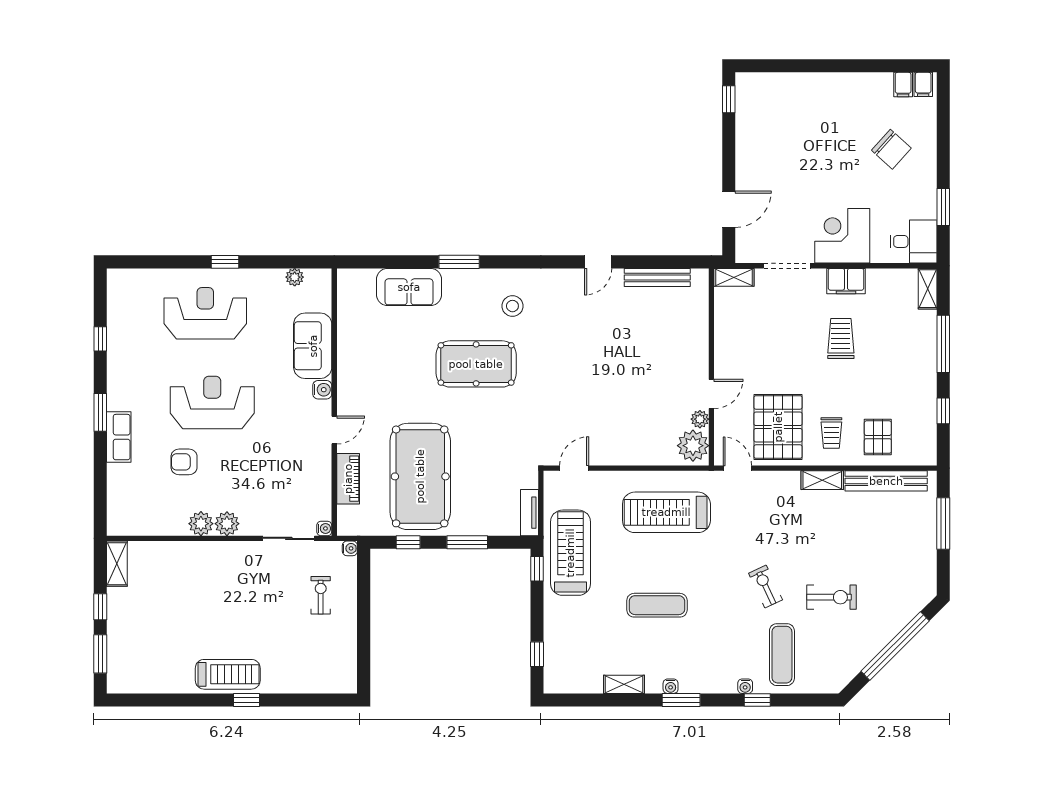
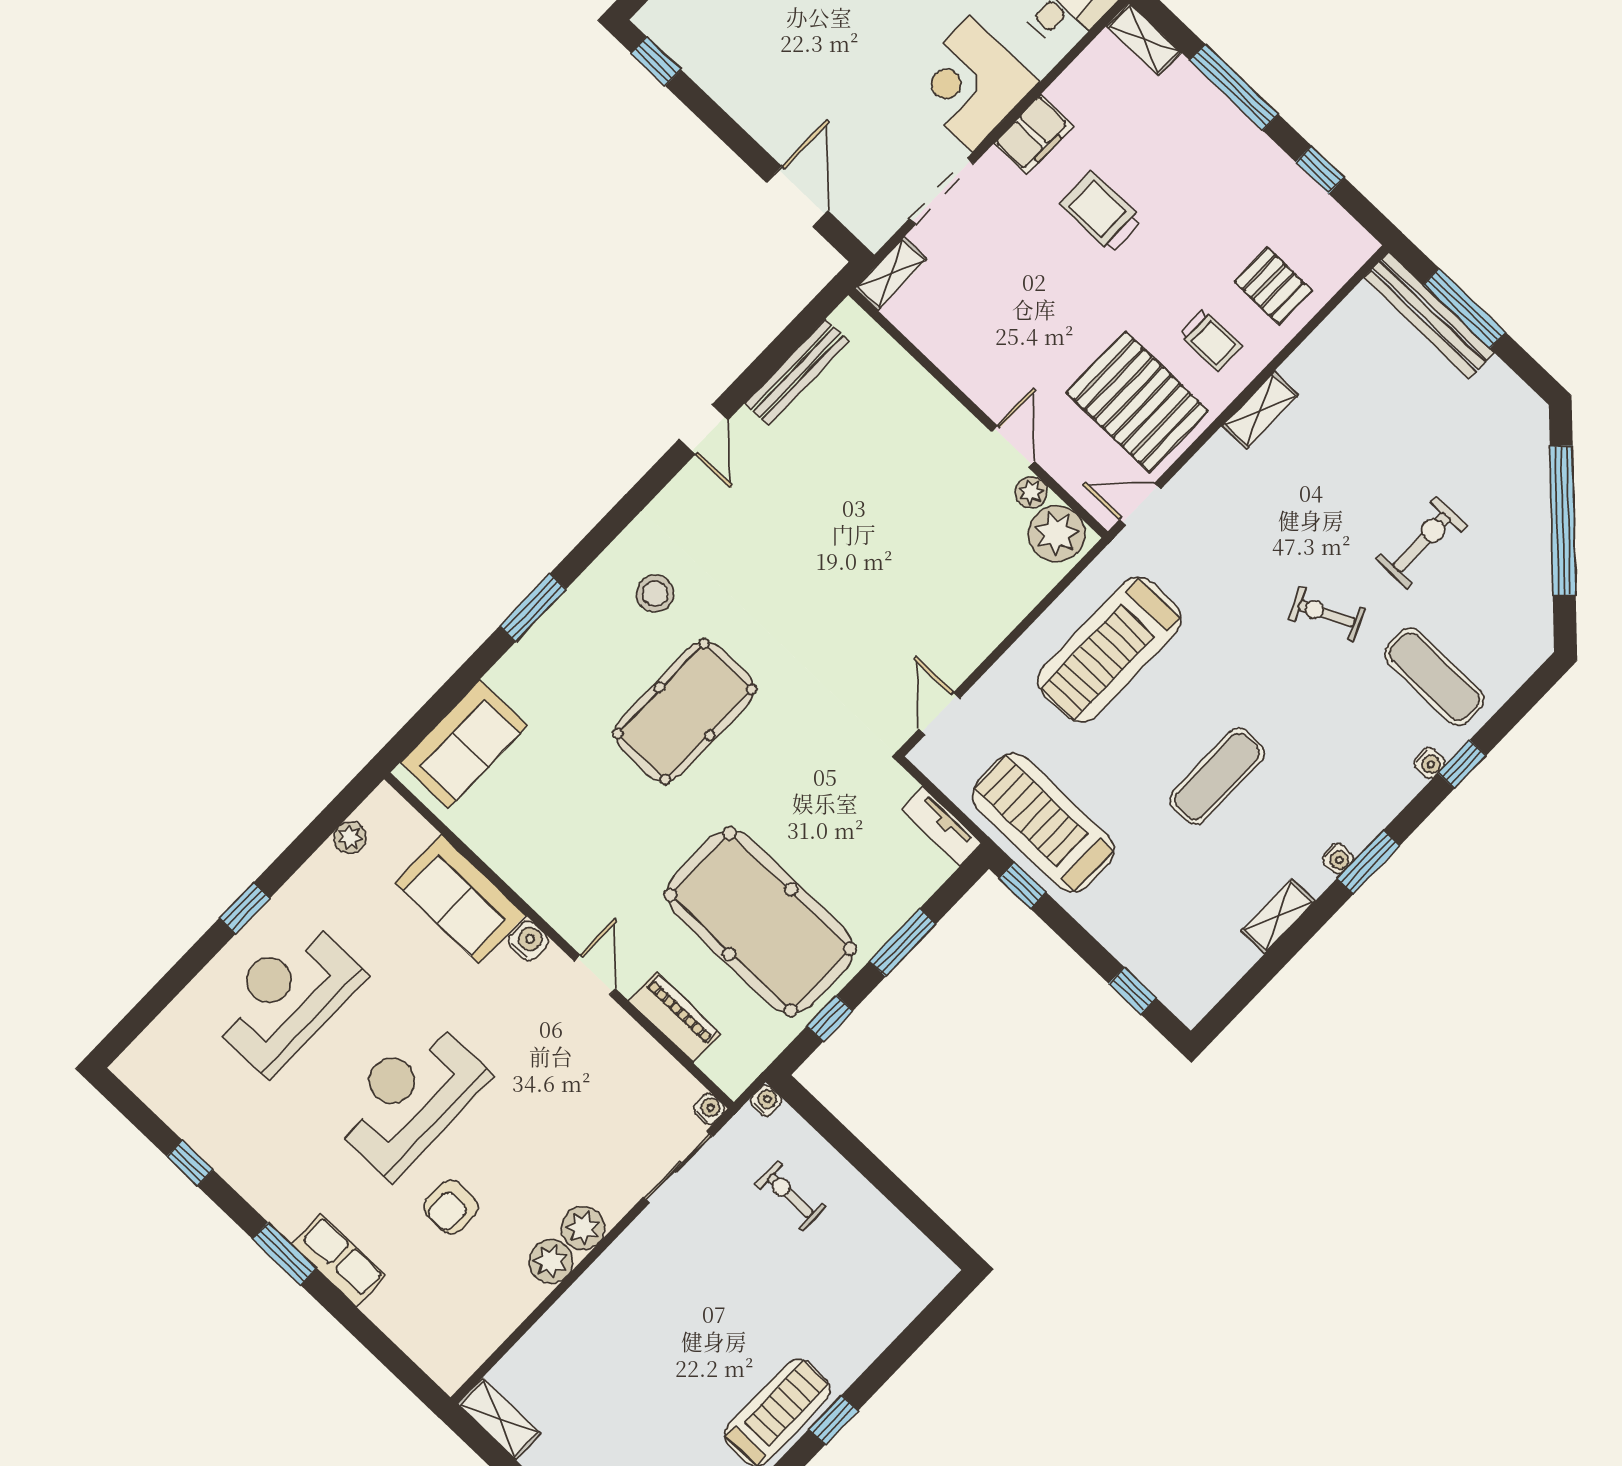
sofa: (409, 287) -> (464, 744), moved
bench: (886, 481) -> (1429, 315), moved, turned 90

